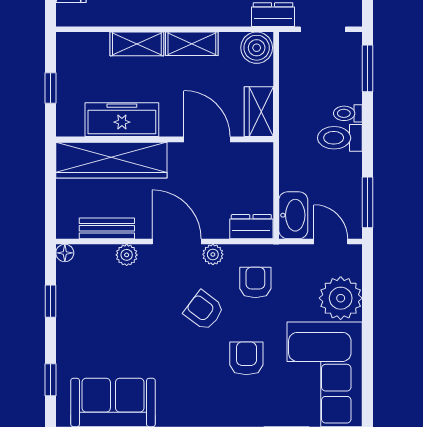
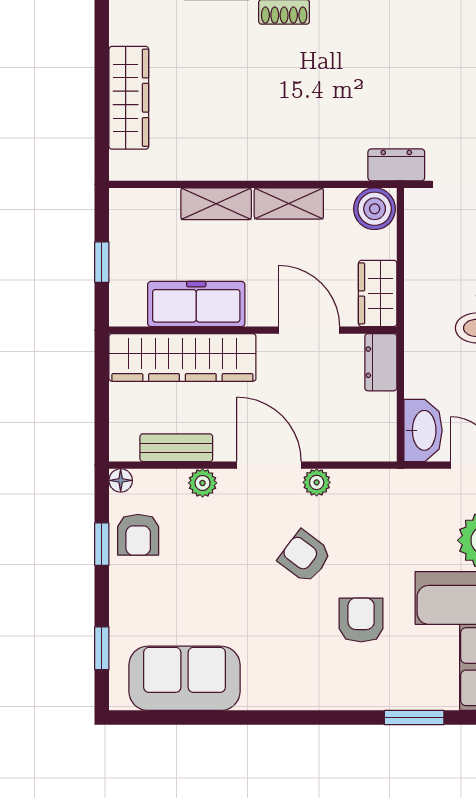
dresser: (251, 227) -> (381, 362), moved, turned -90
armchair: (255, 282) -> (138, 535), moved, turned 180

